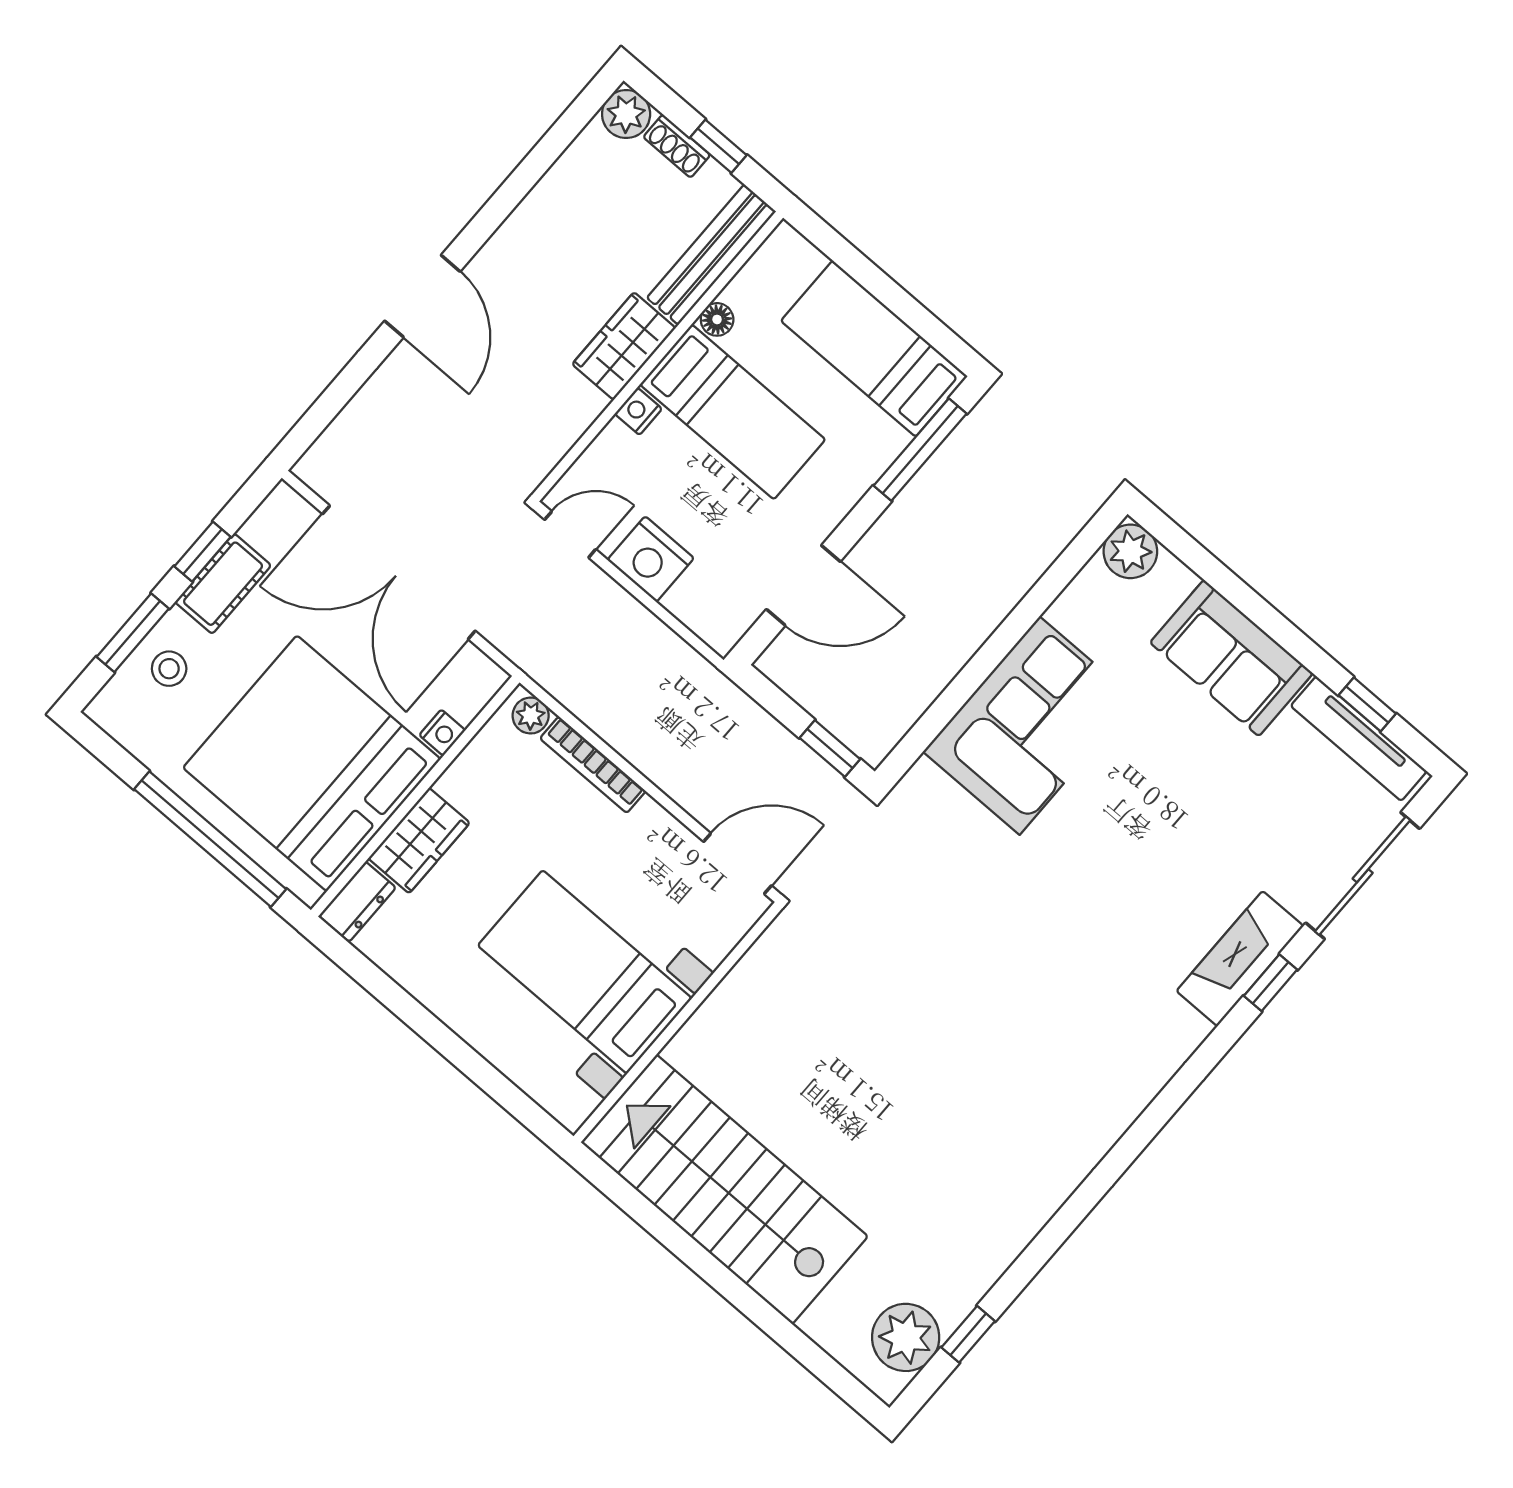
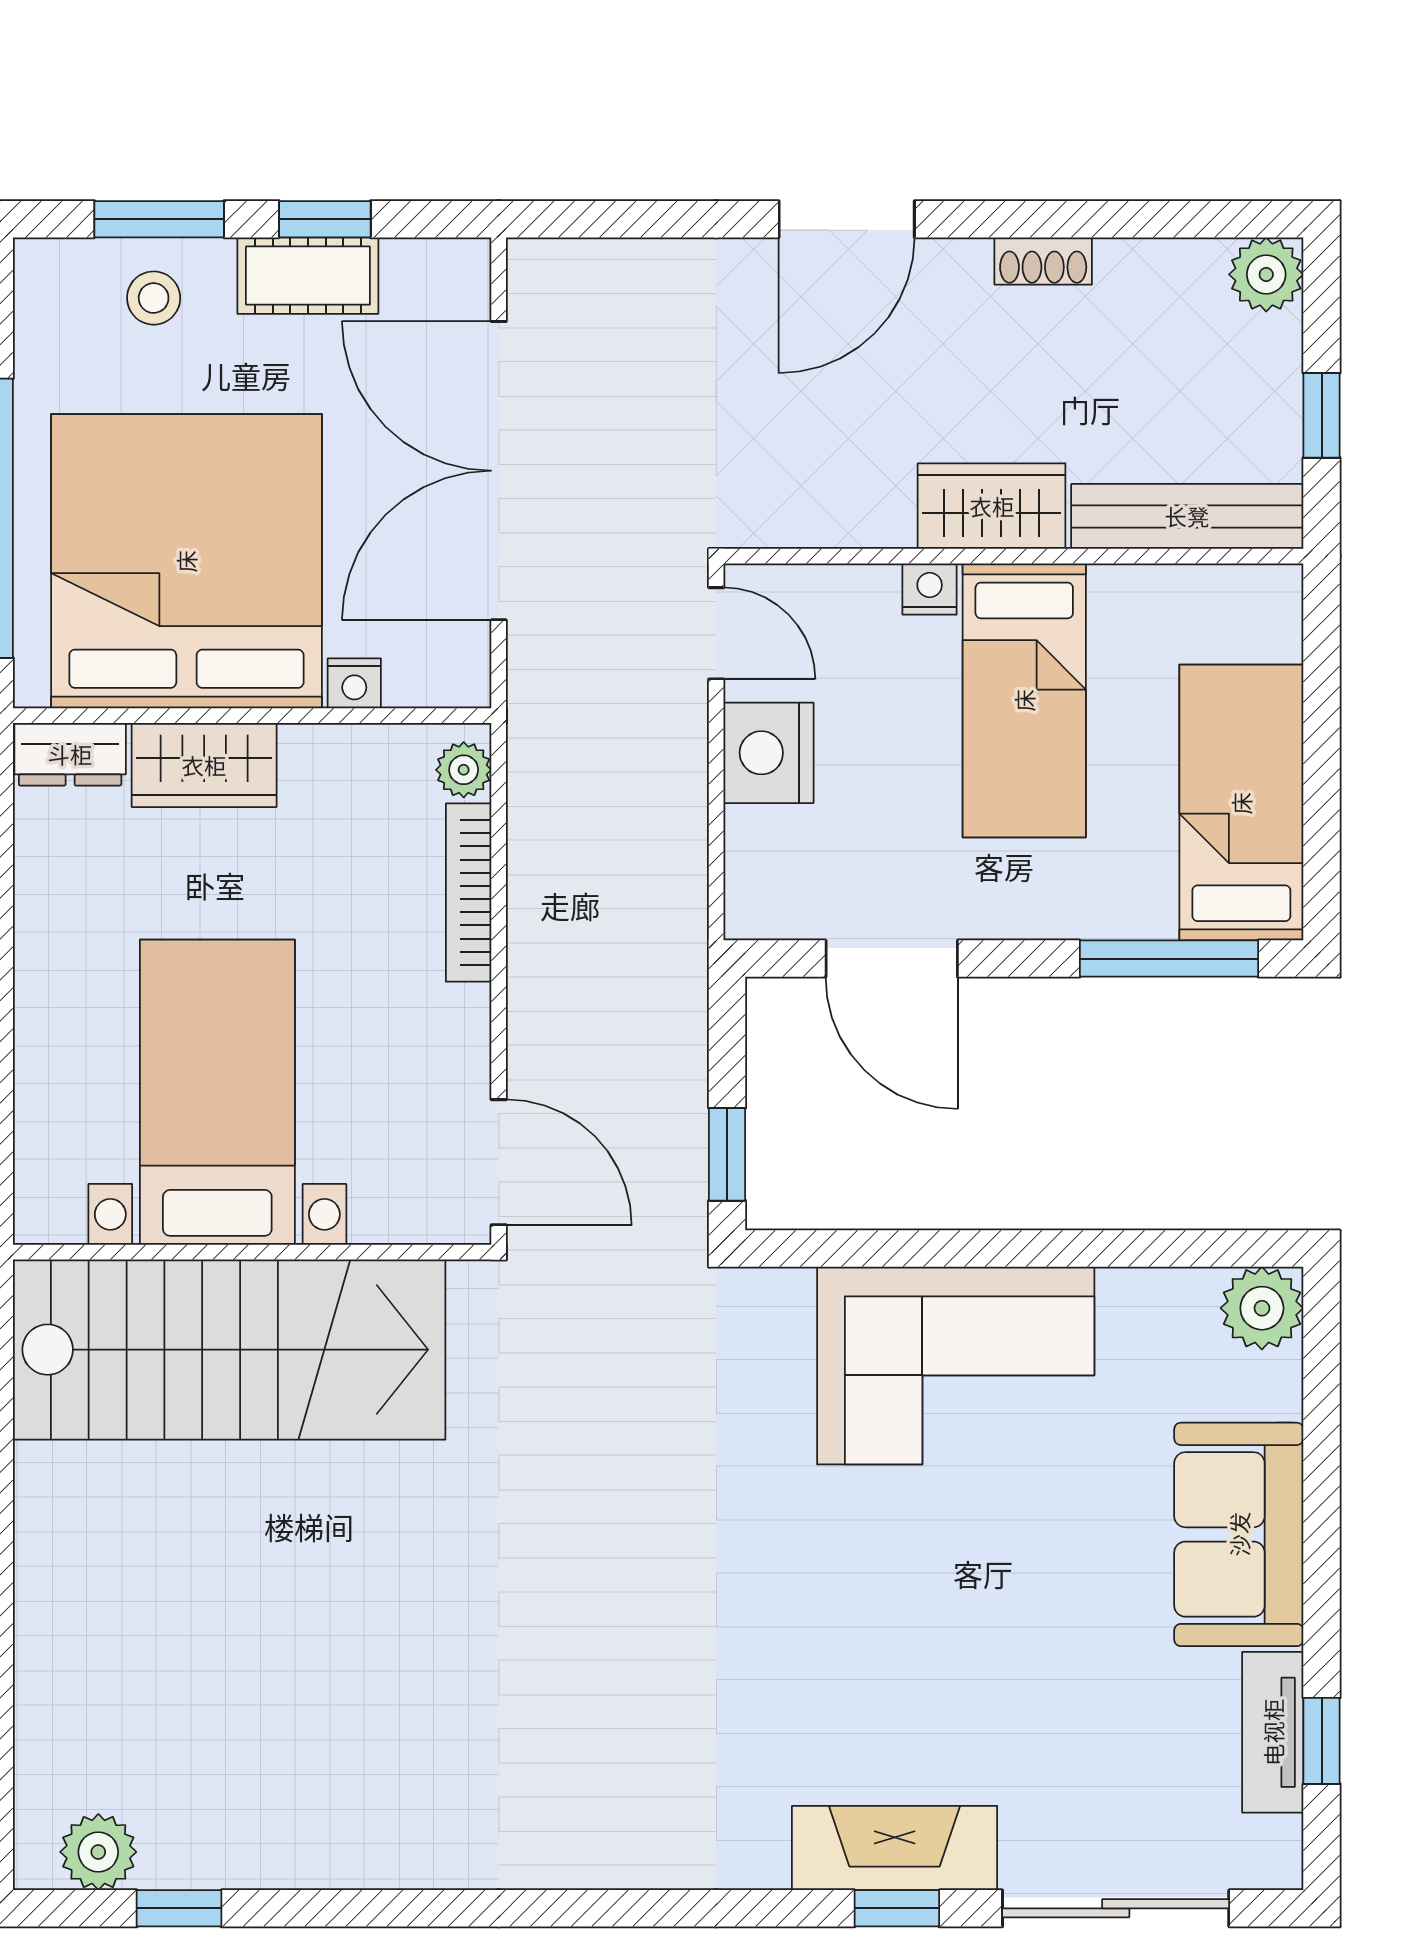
shoe rack: (677, 146) -> (1043, 261), moved, turned -90
floor lamp: (717, 319) -> (1117, 589), removed
tv unit: (1359, 739) -> (1273, 1732), width x0.71
stairs: (724, 1189) -> (229, 1350), moved, turned 90
plant: (906, 1337) -> (98, 1852), width x0.73, depth x0.73

